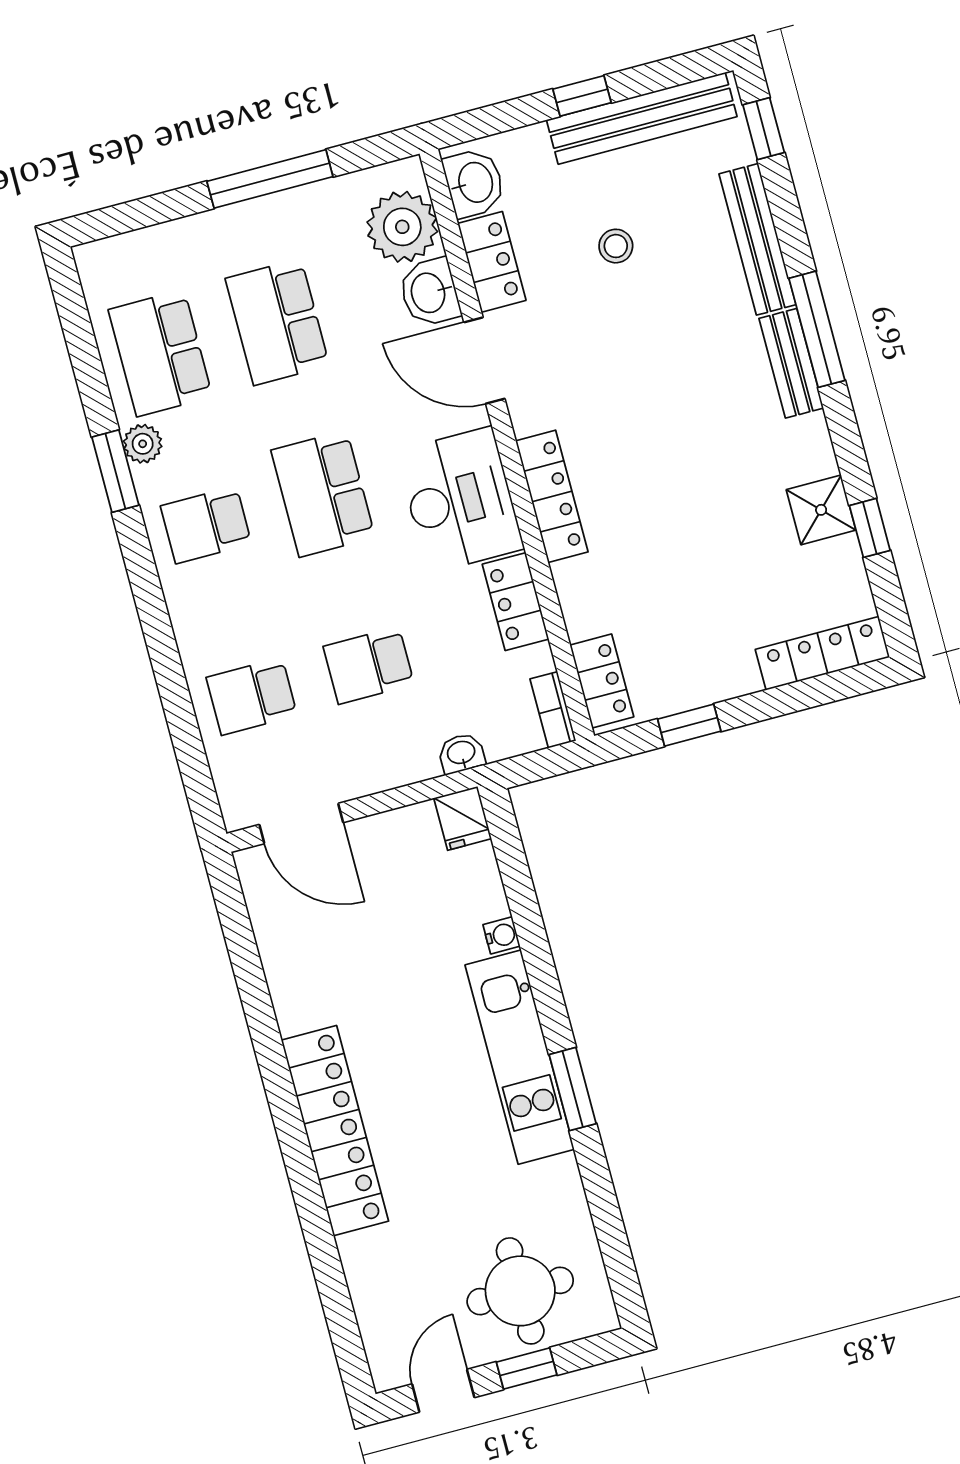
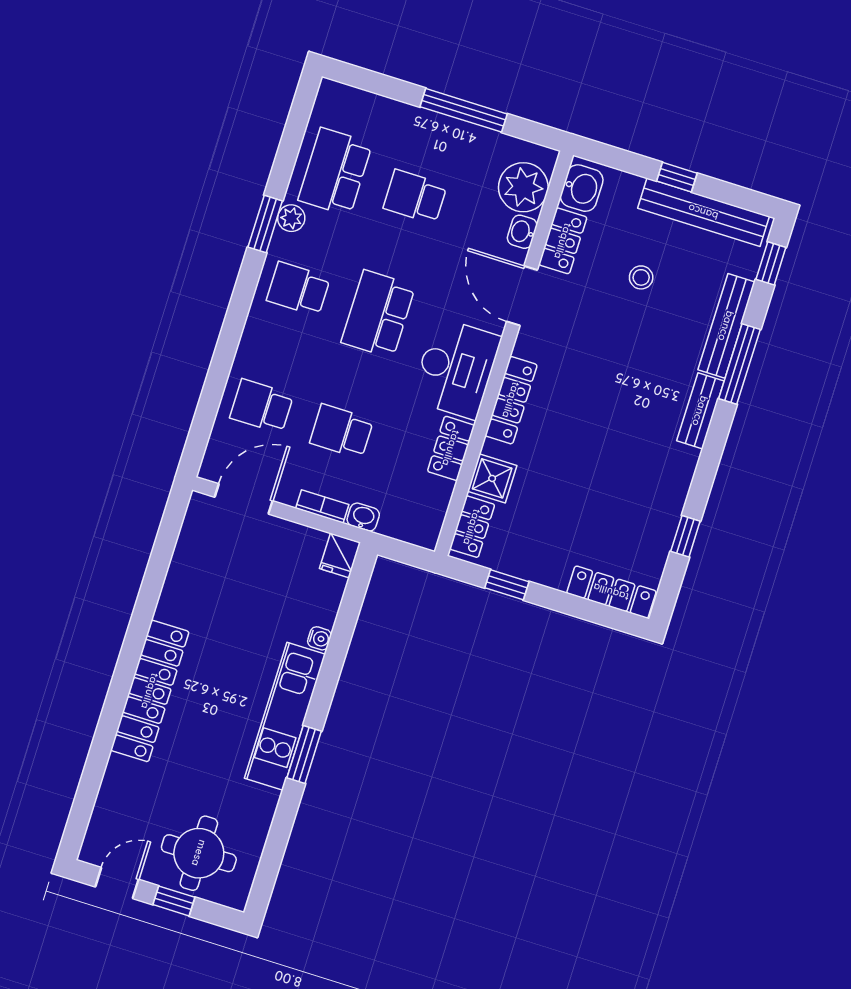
washbasin: (430, 292) -> (522, 232), width x0.72, depth x0.69
school desk: (277, 322) -> (415, 197), width x0.54
window: (817, 329) -> (739, 364), moved
shower: (821, 510) -> (492, 478), moved
bookcase: (553, 710) -> (322, 506), moved, turned 90
door: (301, 824) -> (244, 499), swing flipped

